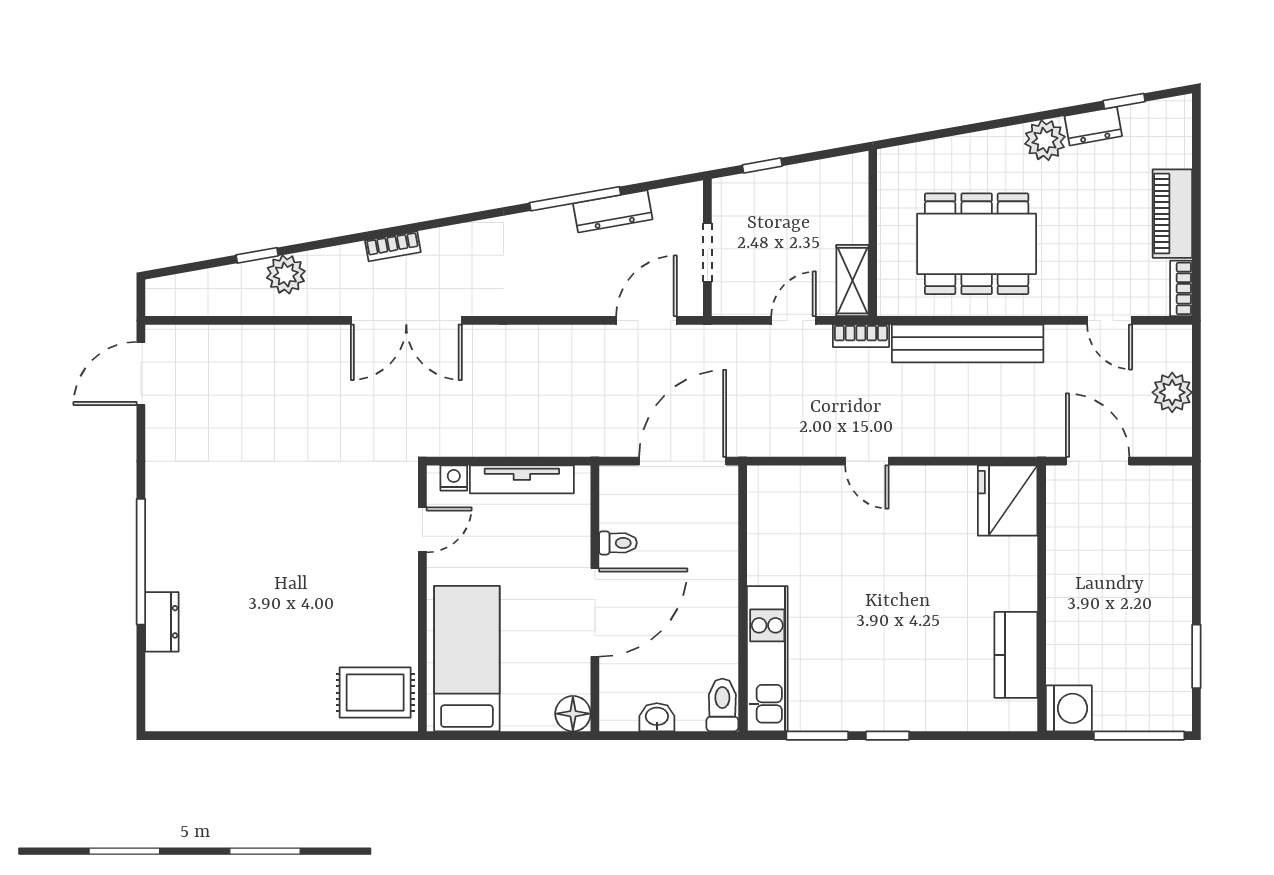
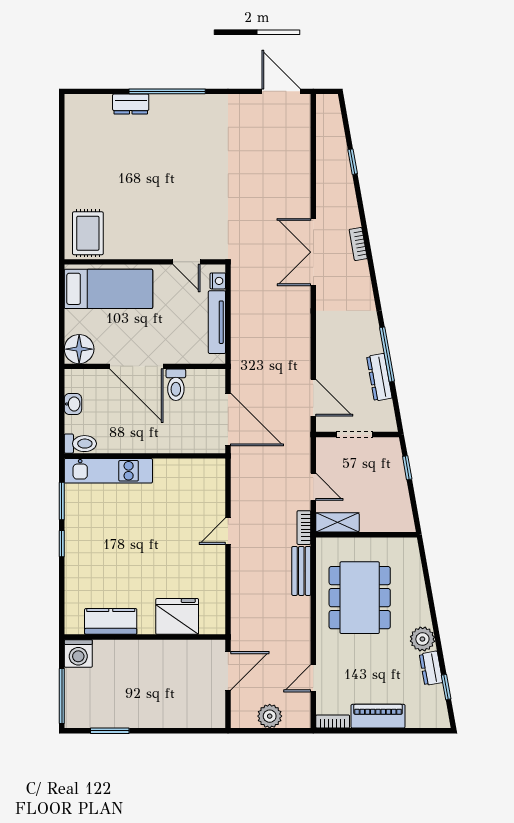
plant: (286, 274) -> (341, 179), removed
bench: (968, 343) -> (301, 571), width x0.54, depth x0.82
fridge: (1008, 501) -> (177, 616), moved
toilet: (618, 543) -> (176, 385), width x1.37, depth x1.39
floor lamp: (573, 714) -> (79, 349), width x1.38, depth x1.38

